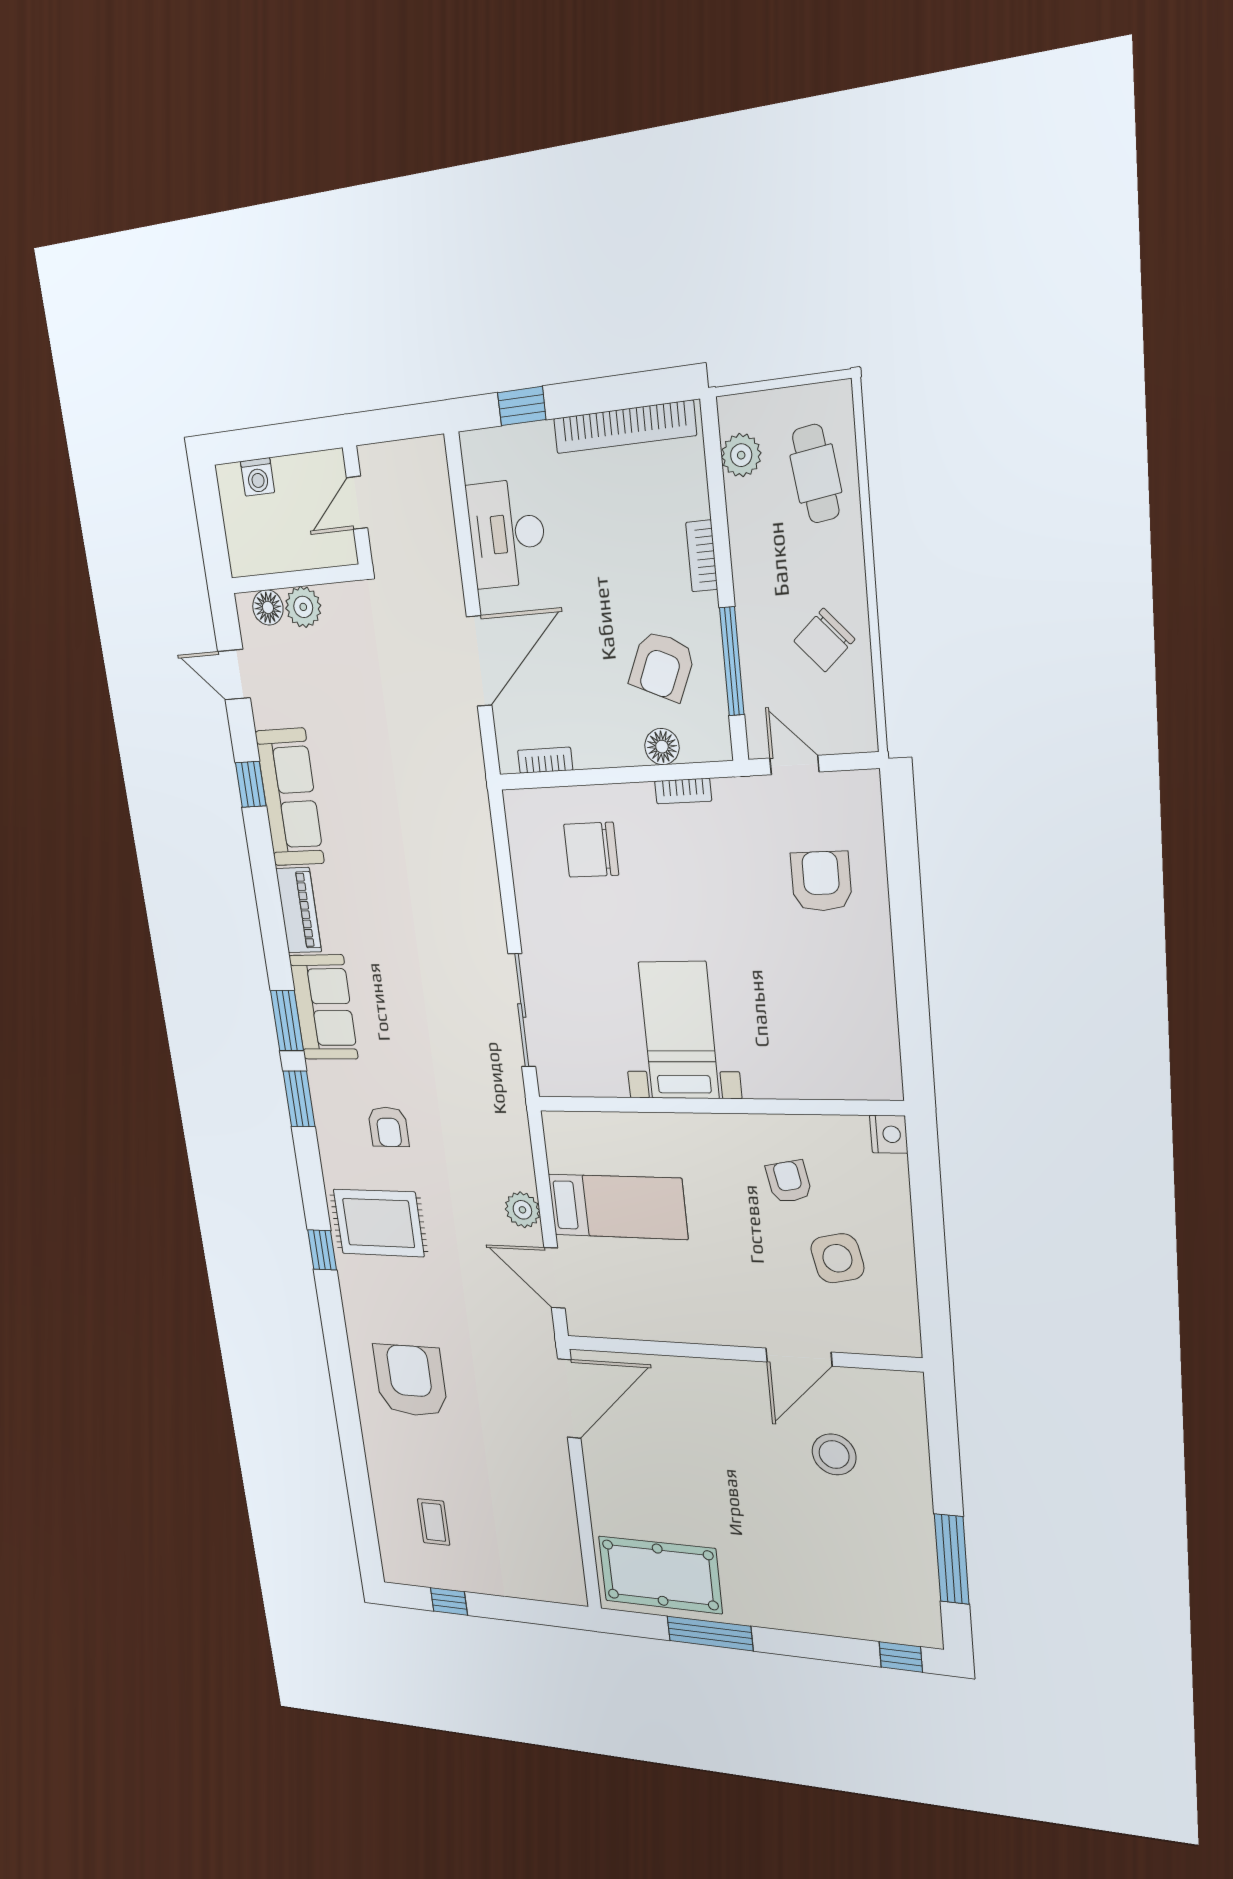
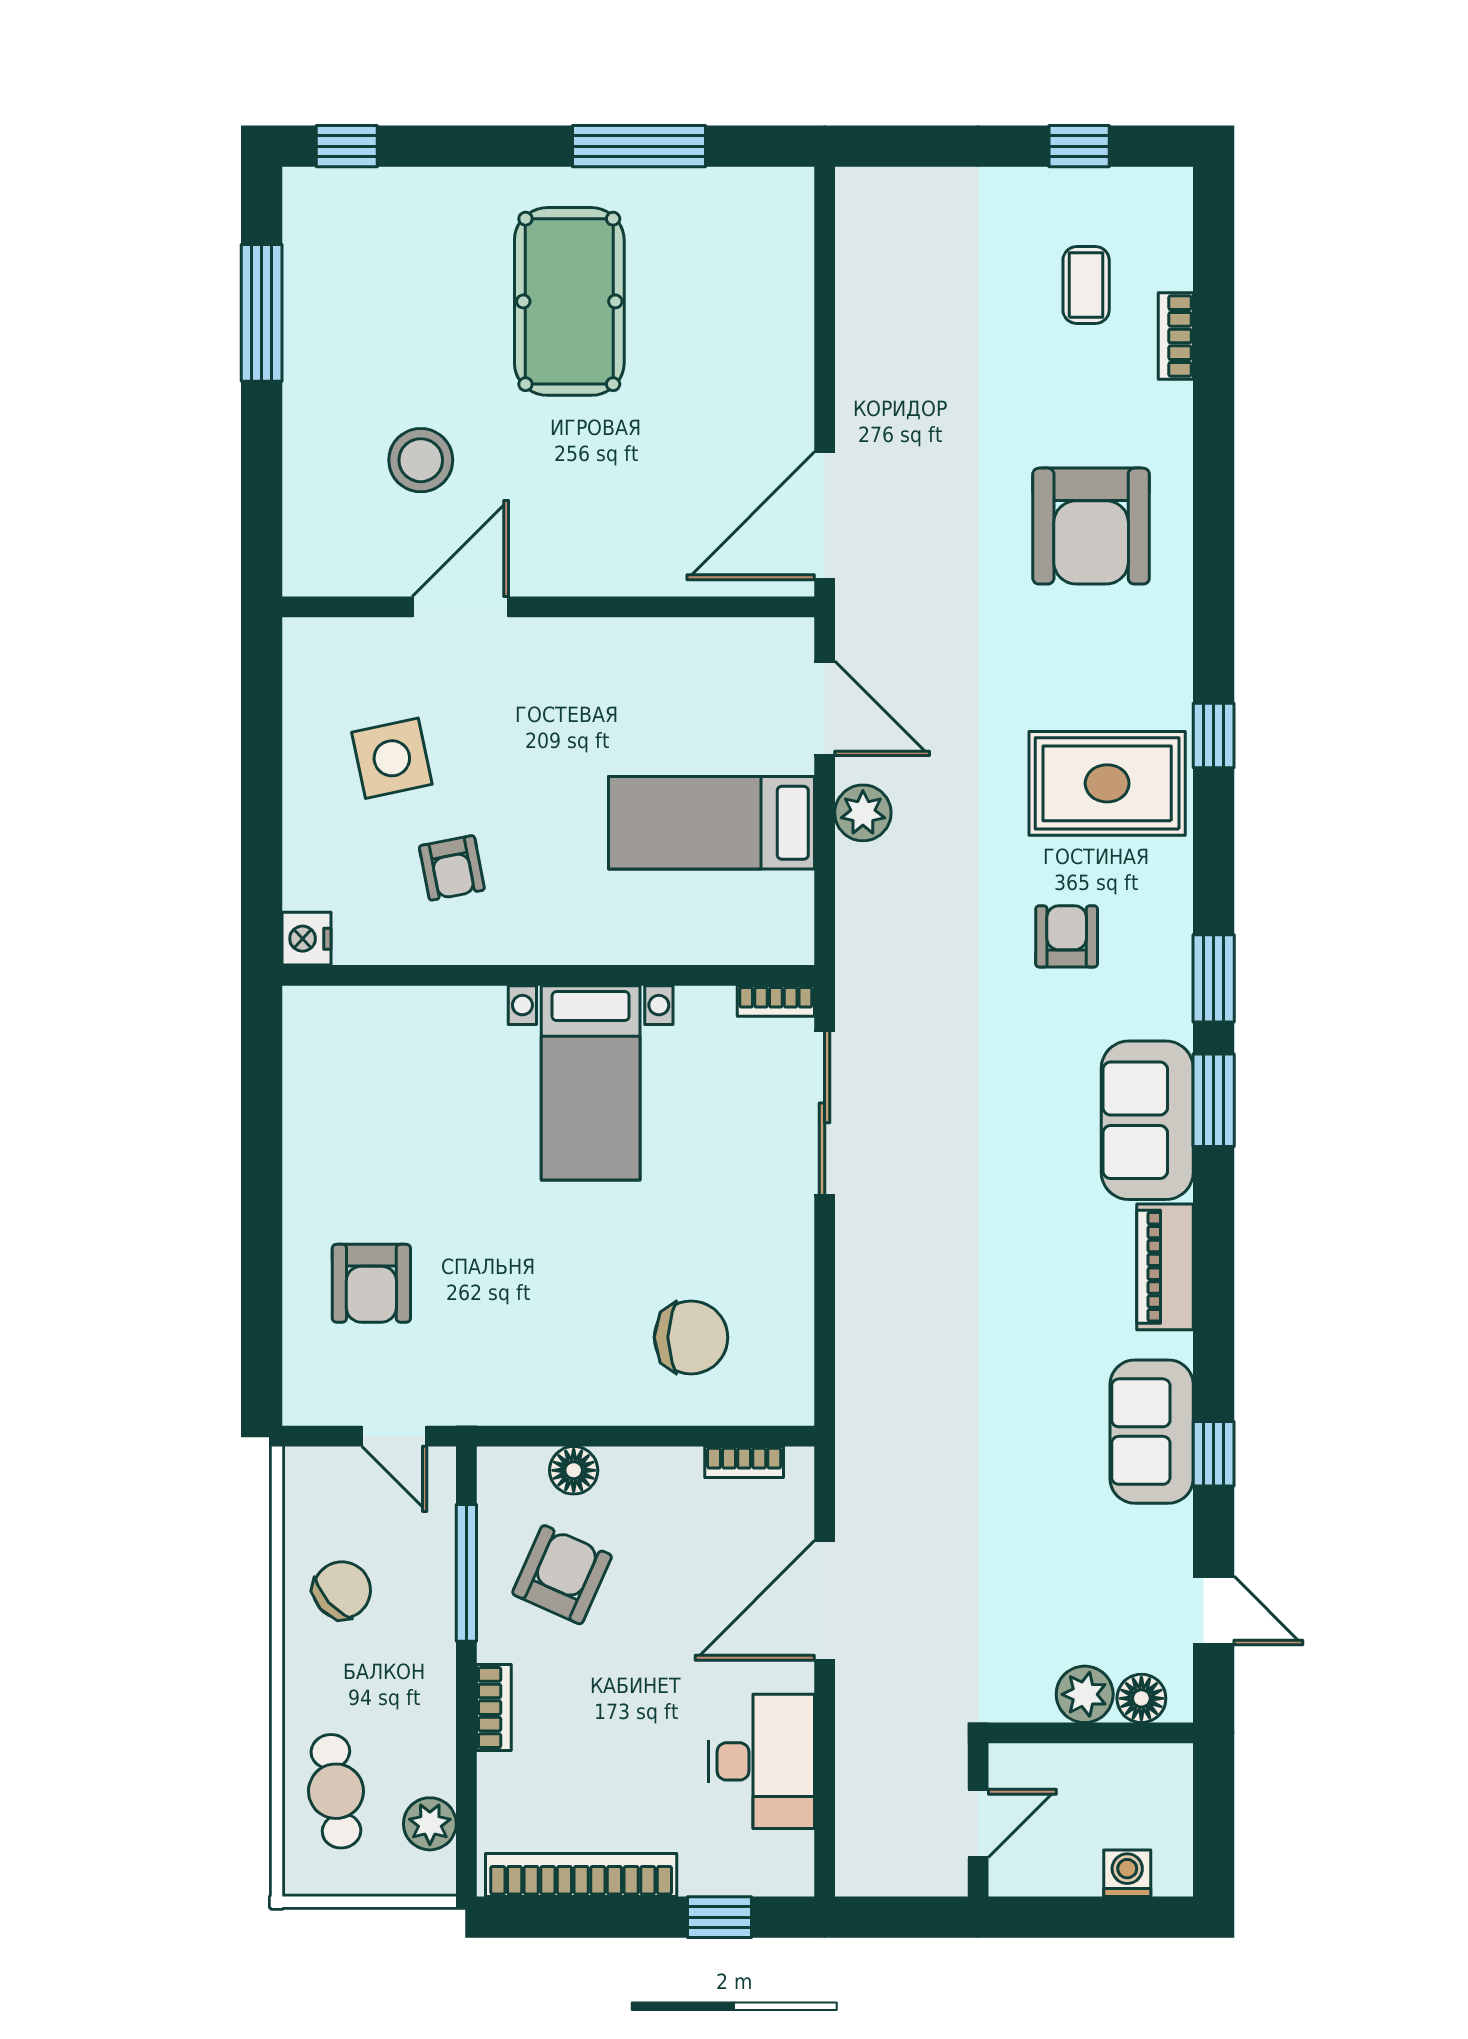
bookcase: (683, 791) -> (776, 1001), moved, turned 180
sofa: (290, 797) -> (1152, 1432), width x0.73
bookcase: (379, 1488) -> (1176, 336), added
pool table: (660, 1575) -> (569, 301), moved, turned 90

